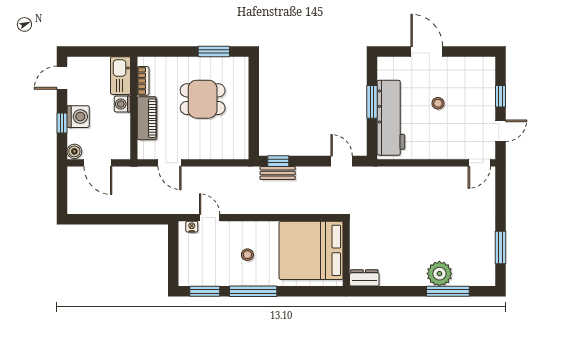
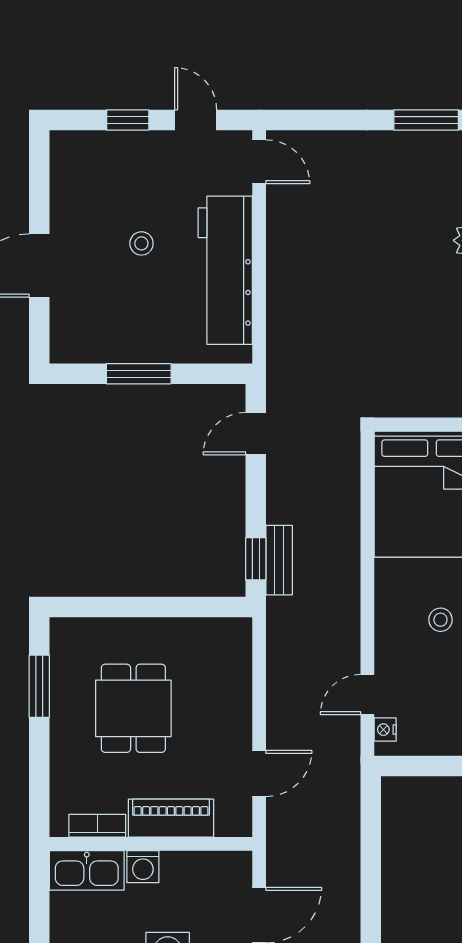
workbench: (391, 118) -> (225, 270), moved, turned -90

